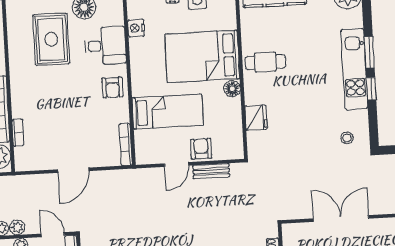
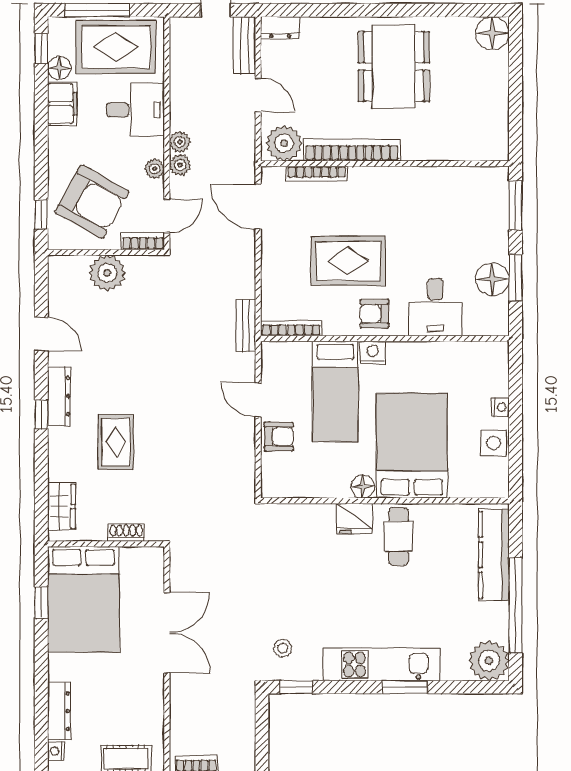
nightstand: (136, 28) -> (372, 353), moved
rug: (51, 39) -> (348, 261), moved
window: (371, 89) -> (296, 687), moved
fridge: (256, 118) -> (355, 519), moved
bookcase: (18, 133) -> (317, 174), width x1.56
door: (73, 170) -> (258, 207), moved
bench: (211, 171) -> (246, 326), moved

